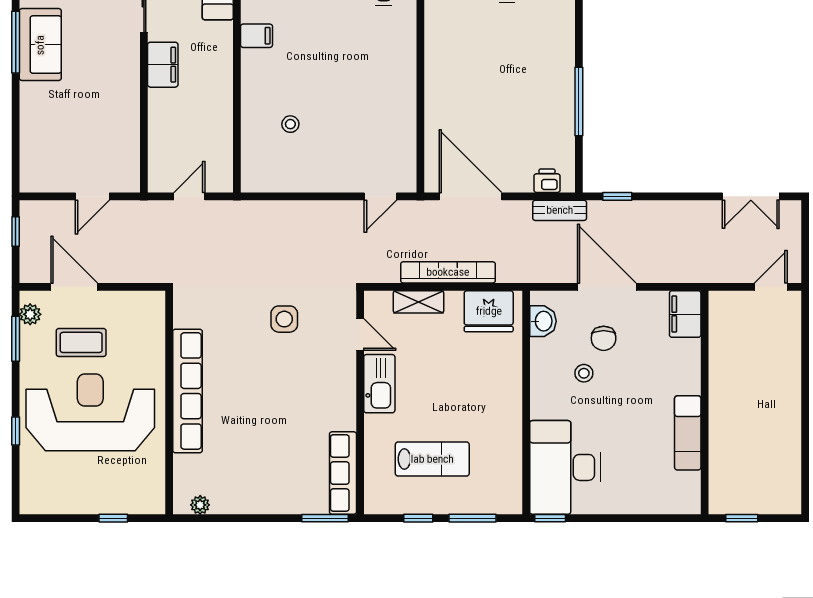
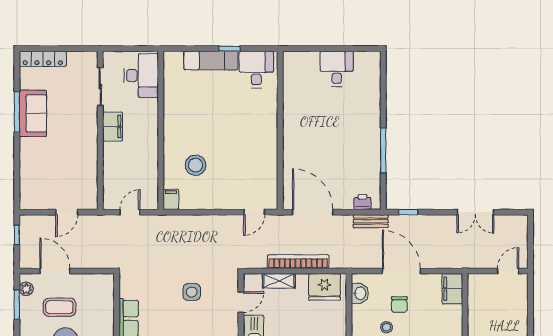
filing cabinet: (256, 36) -> (171, 199), moved, turned -90
stool: (290, 124) -> (196, 165), width x1.89, depth x1.89
double door: (751, 196) -> (475, 212), moved
door: (360, 335) -> (241, 302), hinge flipped

